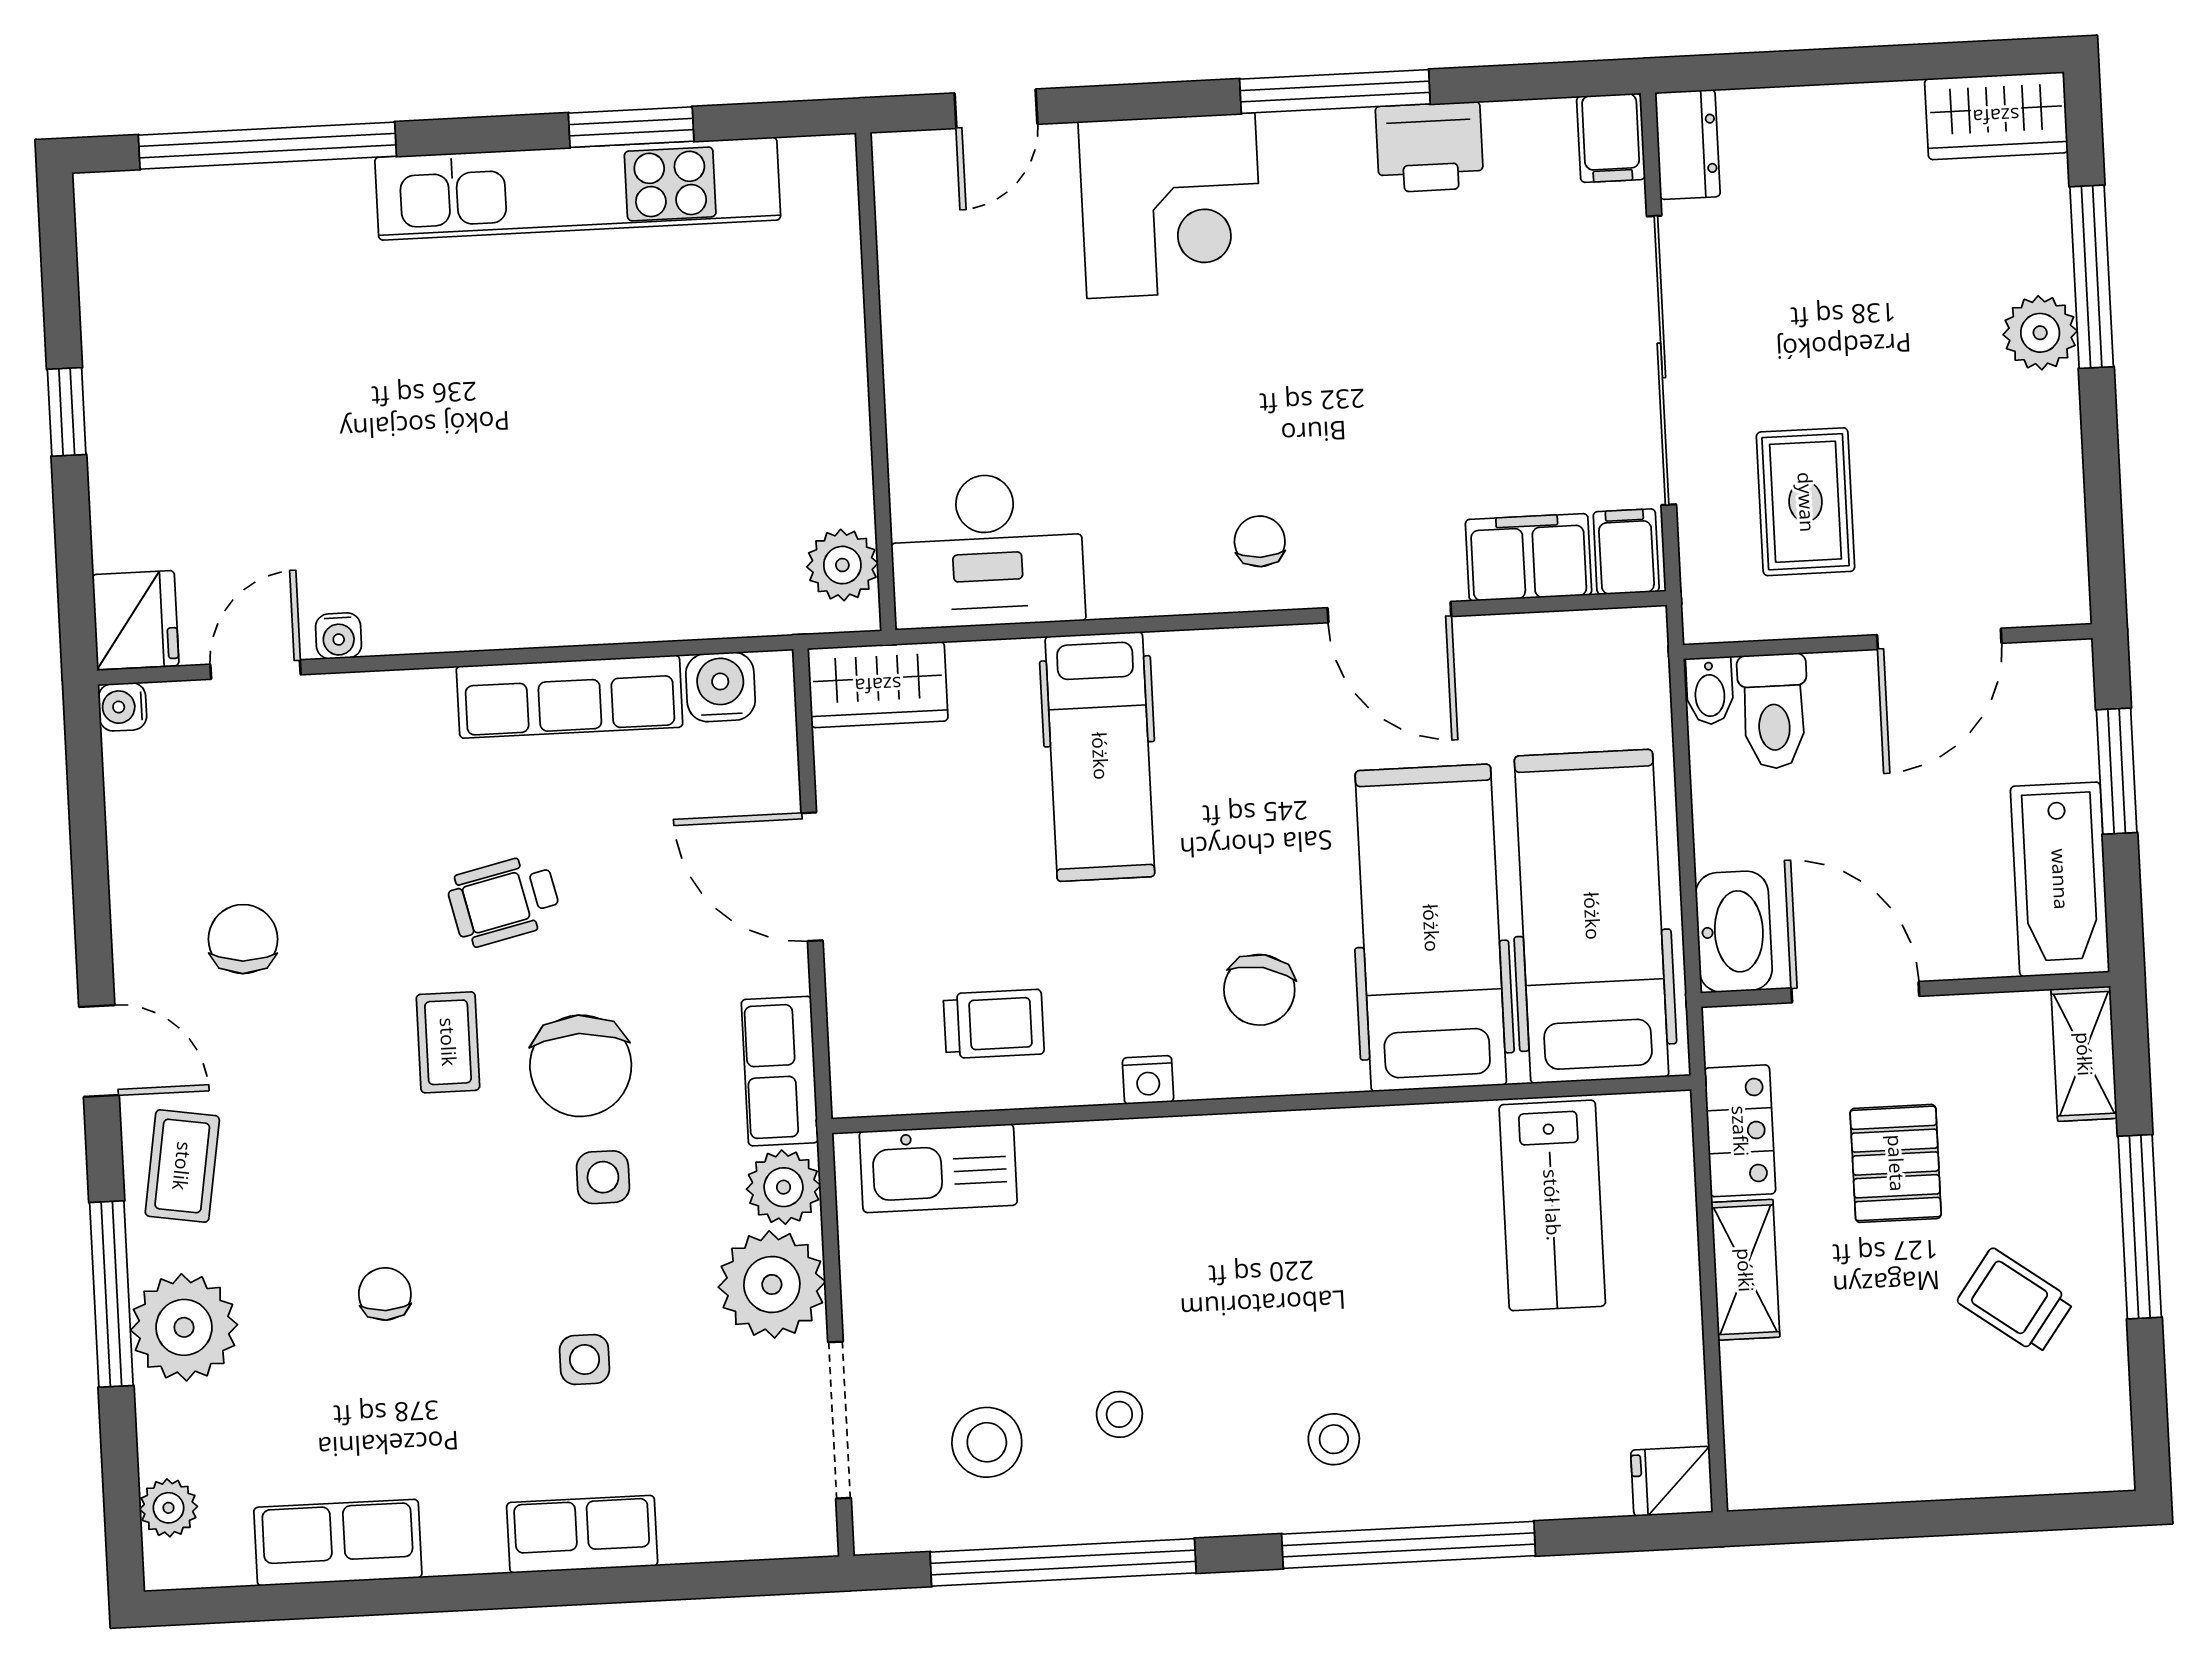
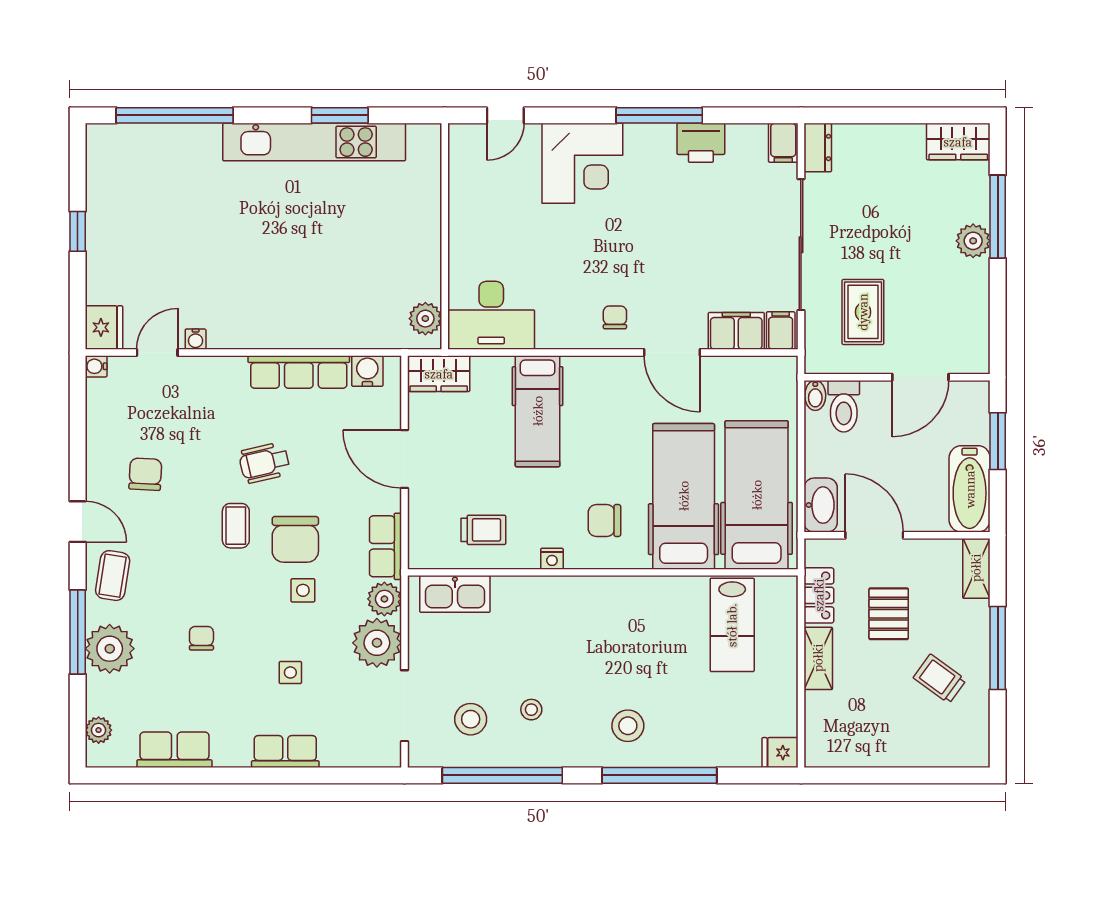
chair: (1259, 990) -> (604, 520), turned 78
stool: (1334, 1439) -> (628, 726), width x1.37, depth x1.37

